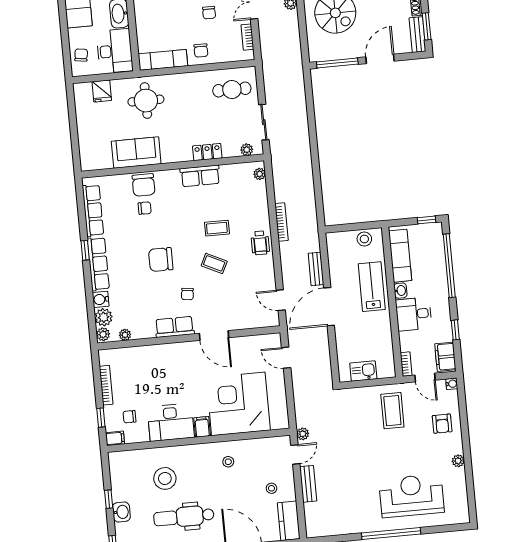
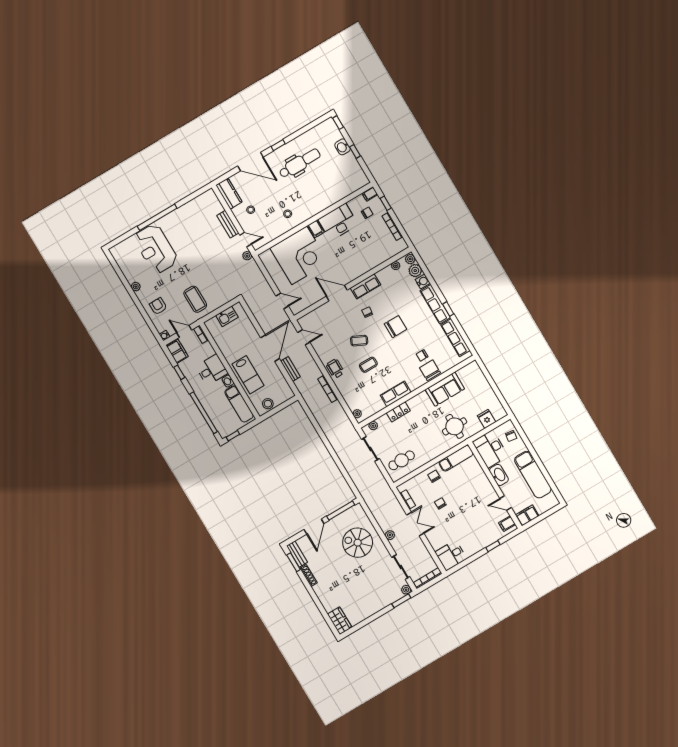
door: (295, 454) -> (246, 240), swing flipped
stool: (165, 478) -> (324, 183), removed
reception desk: (411, 496) -> (156, 249), turned 90

